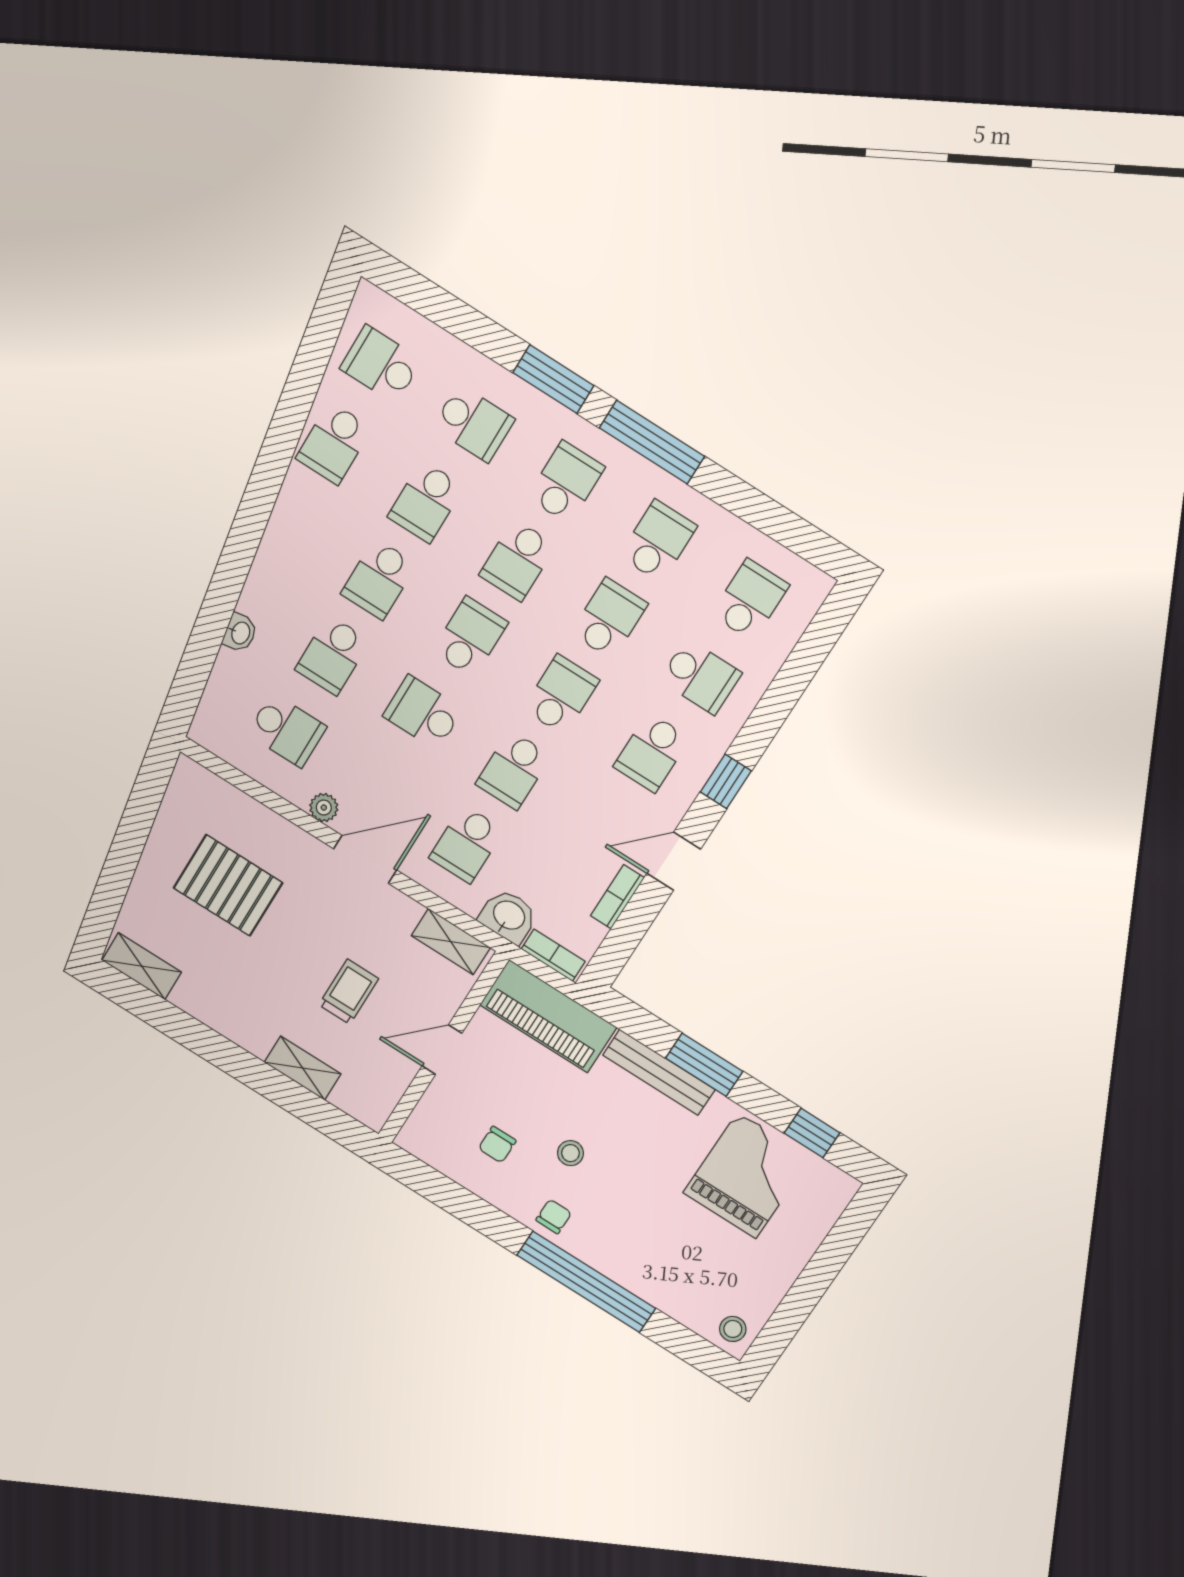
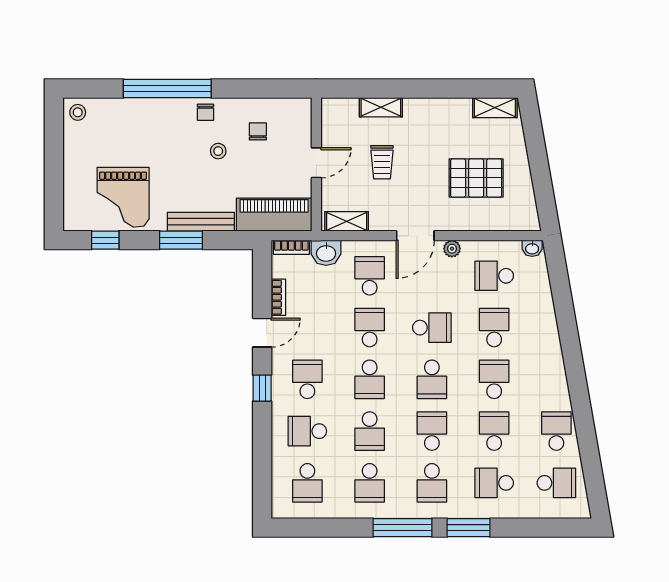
washbasin: (240, 633) -> (532, 248), moved, turned -80

